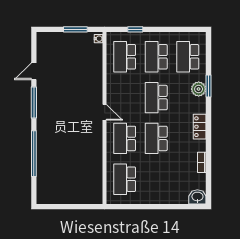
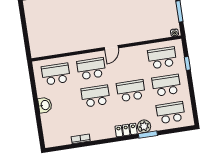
locker: (200, 127) -> (126, 130), moved
washbasin: (197, 197) -> (45, 105), moved

